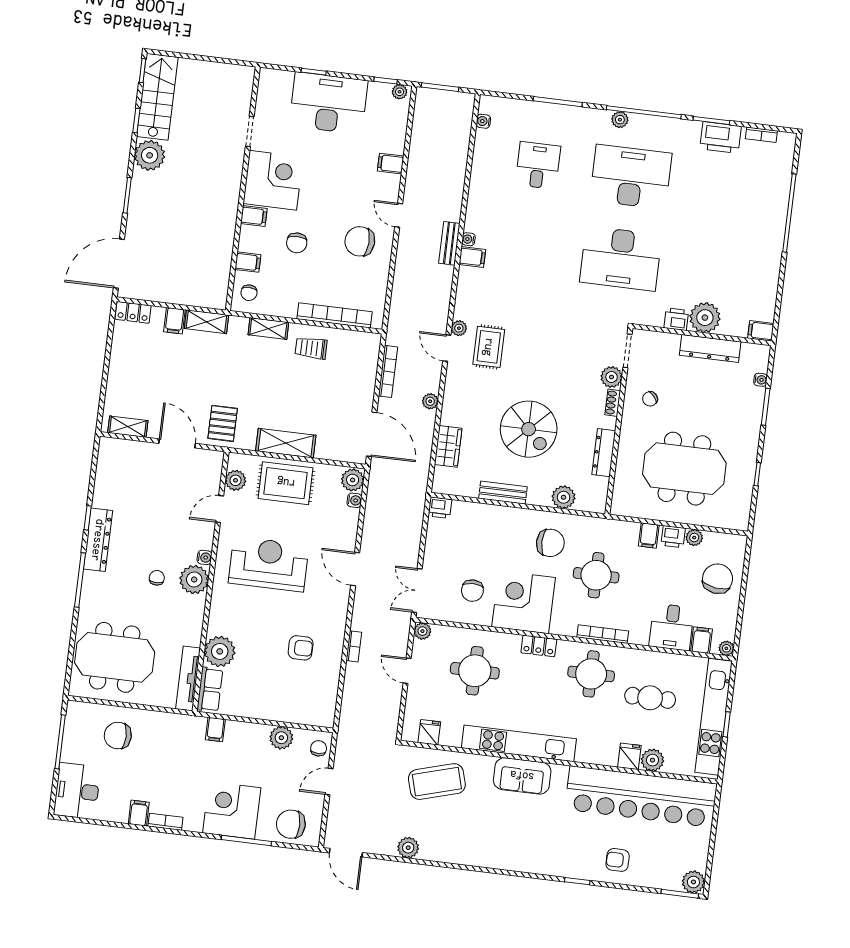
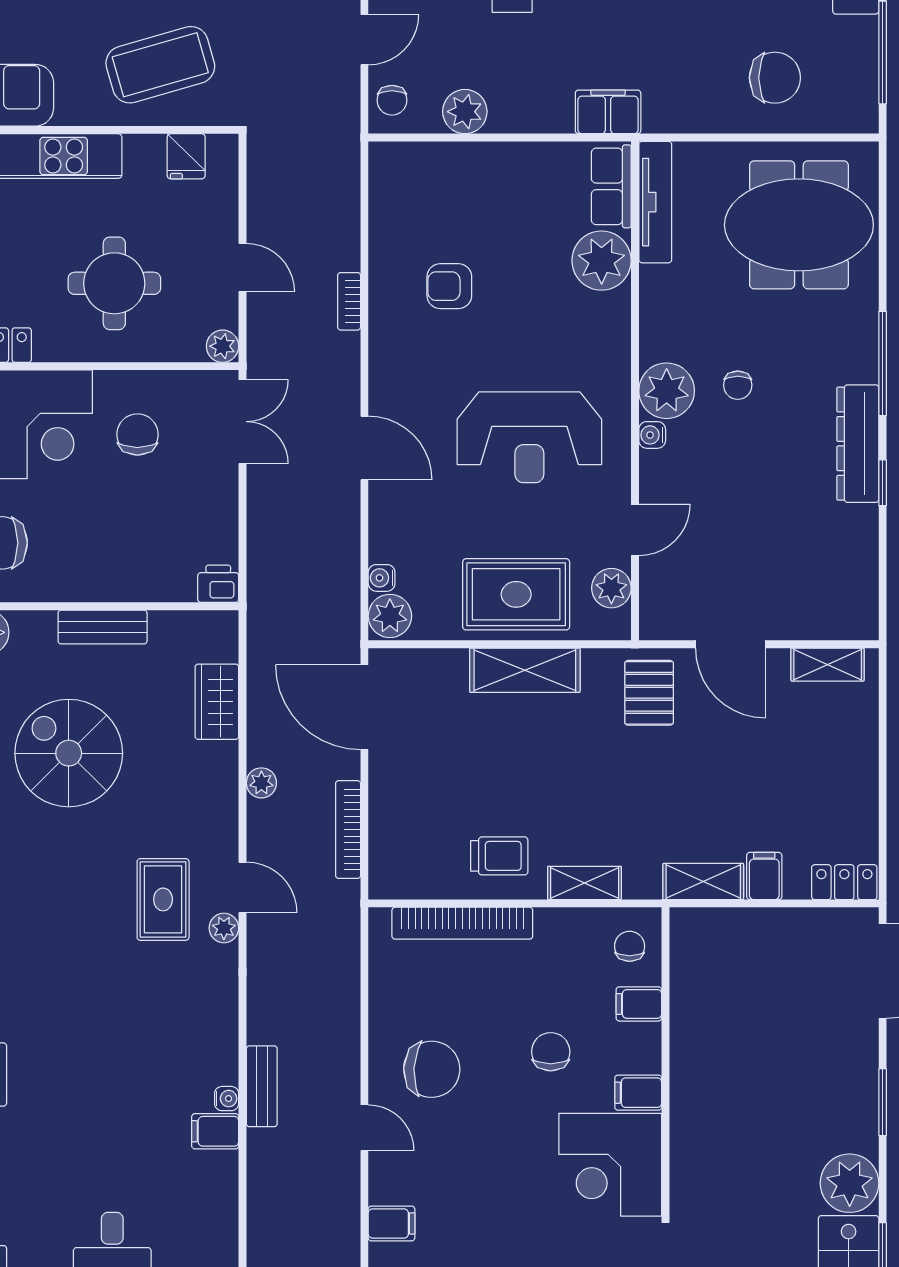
filing cabinet: (472, 257) -> (215, 1131), moved
filing cabinet: (215, 729) -> (608, 112), width x2.00

